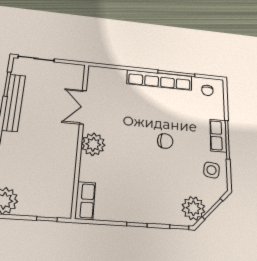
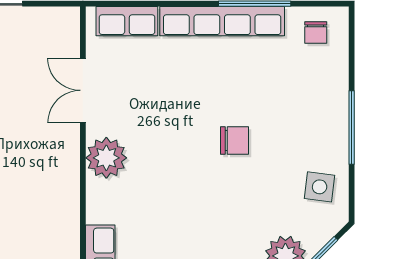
row of seats: (218, 136) -> (127, 21), moved, turned -90

